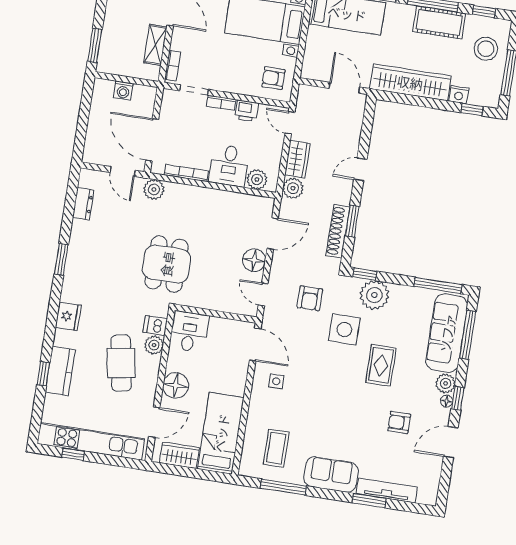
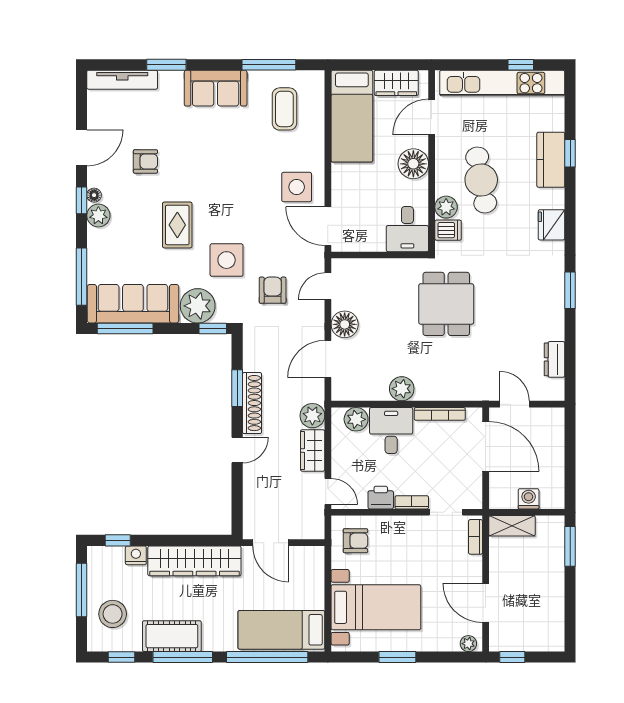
shelving: (155, 45) -> (512, 526), moved, turned 90
plant: (154, 189) -> (402, 389), moved
shoe rack: (338, 231) -> (252, 403), moved
door: (263, 294) -> (328, 286), swing flipped
sofa: (447, 333) -> (133, 304), moved, turned -90
side table: (276, 381) -> (297, 187), width x1.87, depth x1.87
tv unit: (387, 490) -> (122, 80), moved

